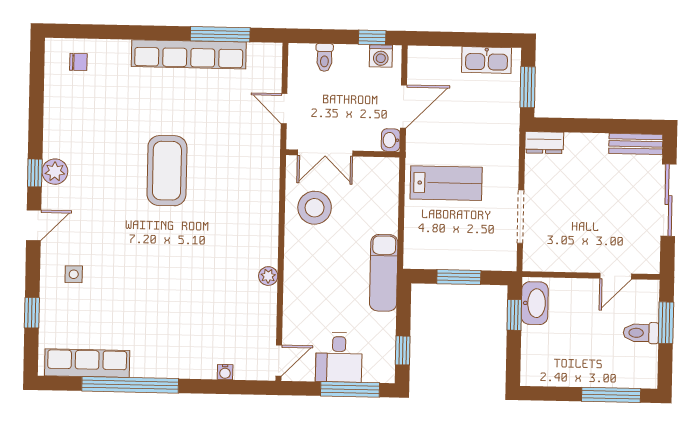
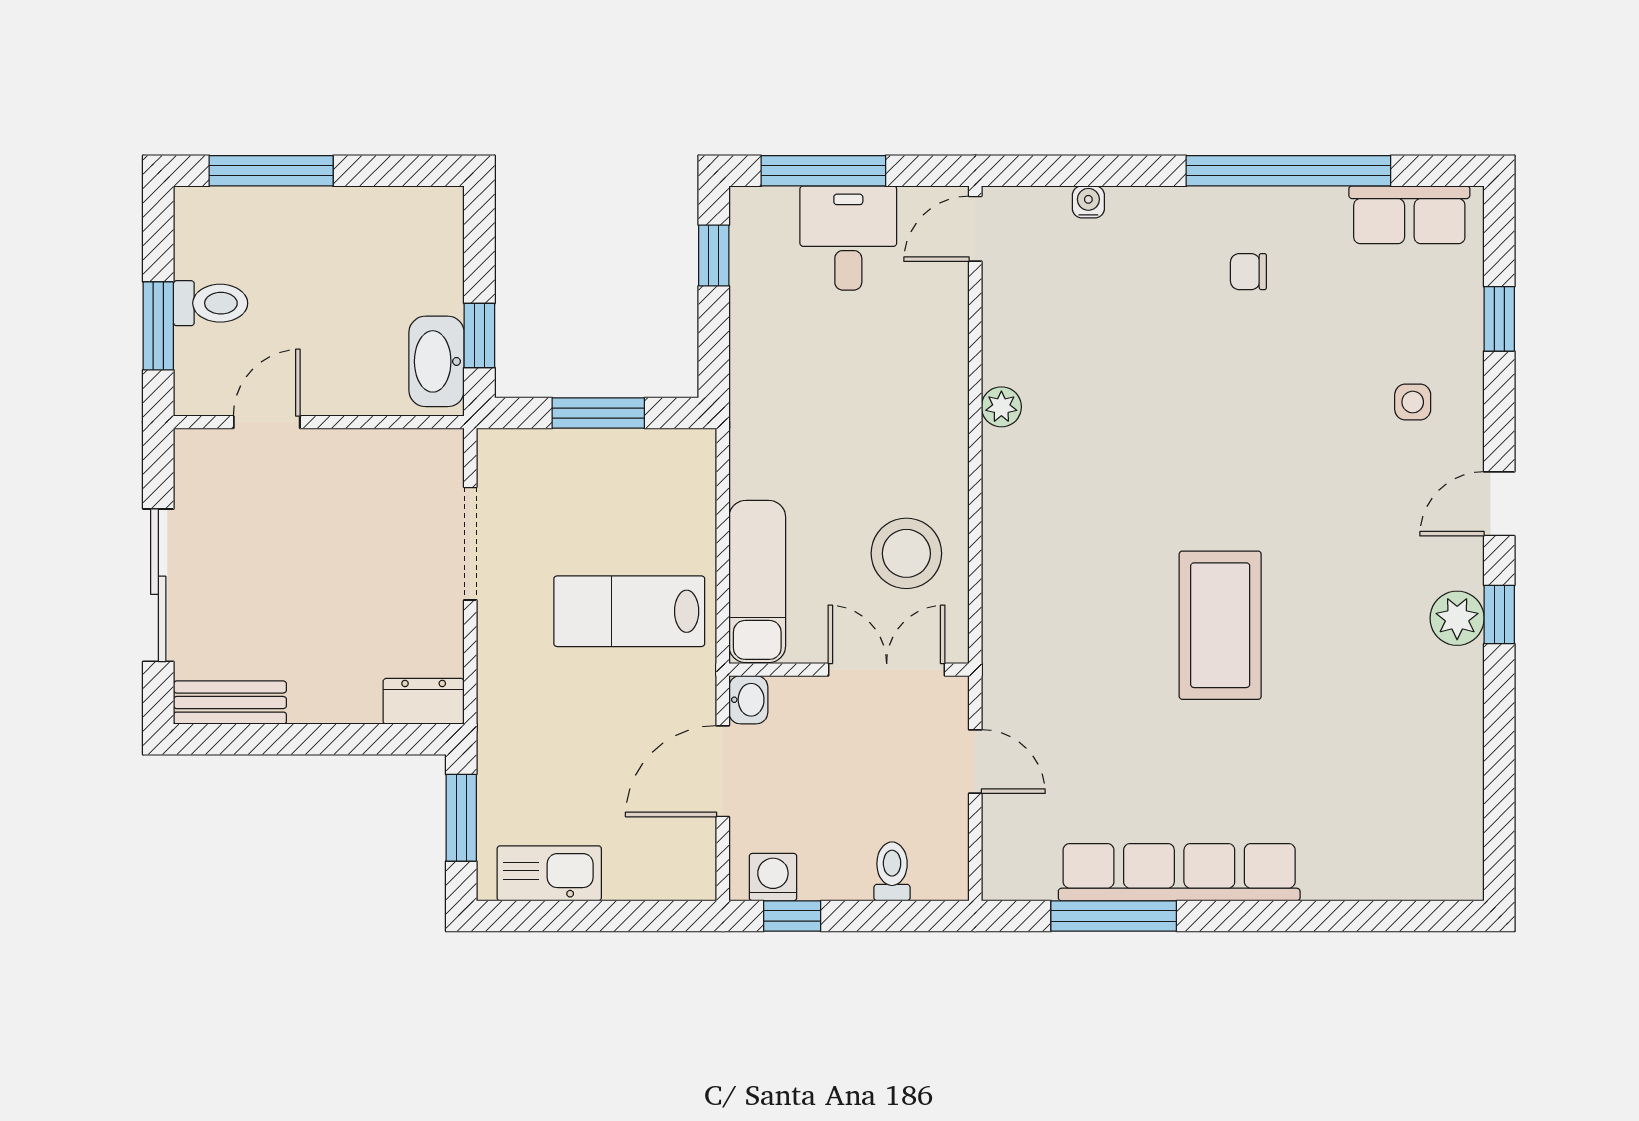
chair: (78, 62) -> (1248, 272), moved
exam couch: (384, 273) -> (757, 582), moved
row of seats: (87, 363) -> (1409, 215), width x0.68

